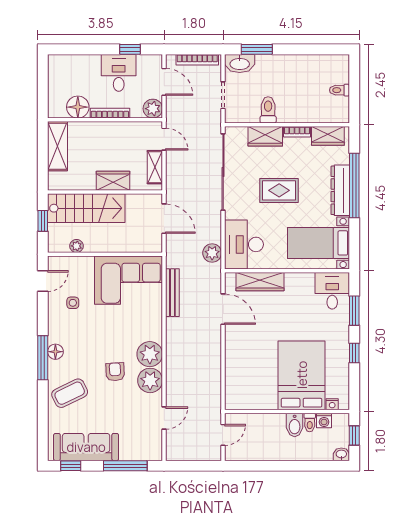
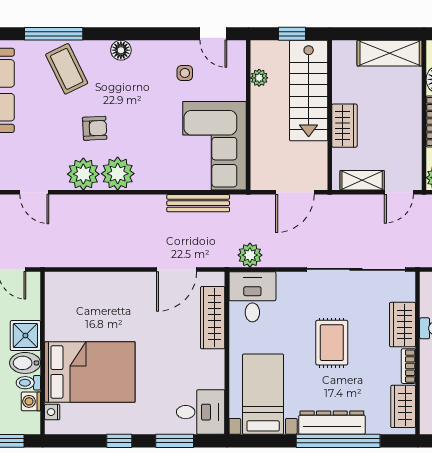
desk: (244, 244) -> (252, 297), width x0.73
window: (43, 358) -> (54, 34), moved
shower: (274, 425) -> (25, 336), added

